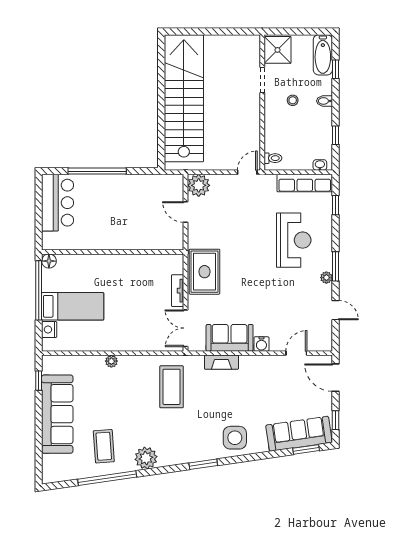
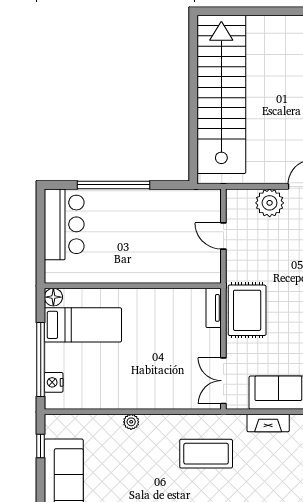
plant: (199, 185) -> (270, 203), moved
window: (39, 290) -> (41, 359), moved
tv unit: (178, 291) -> (214, 308), moved
bed: (73, 306) -> (83, 325), moved
coffee table: (172, 387) -> (206, 454), turned 90

